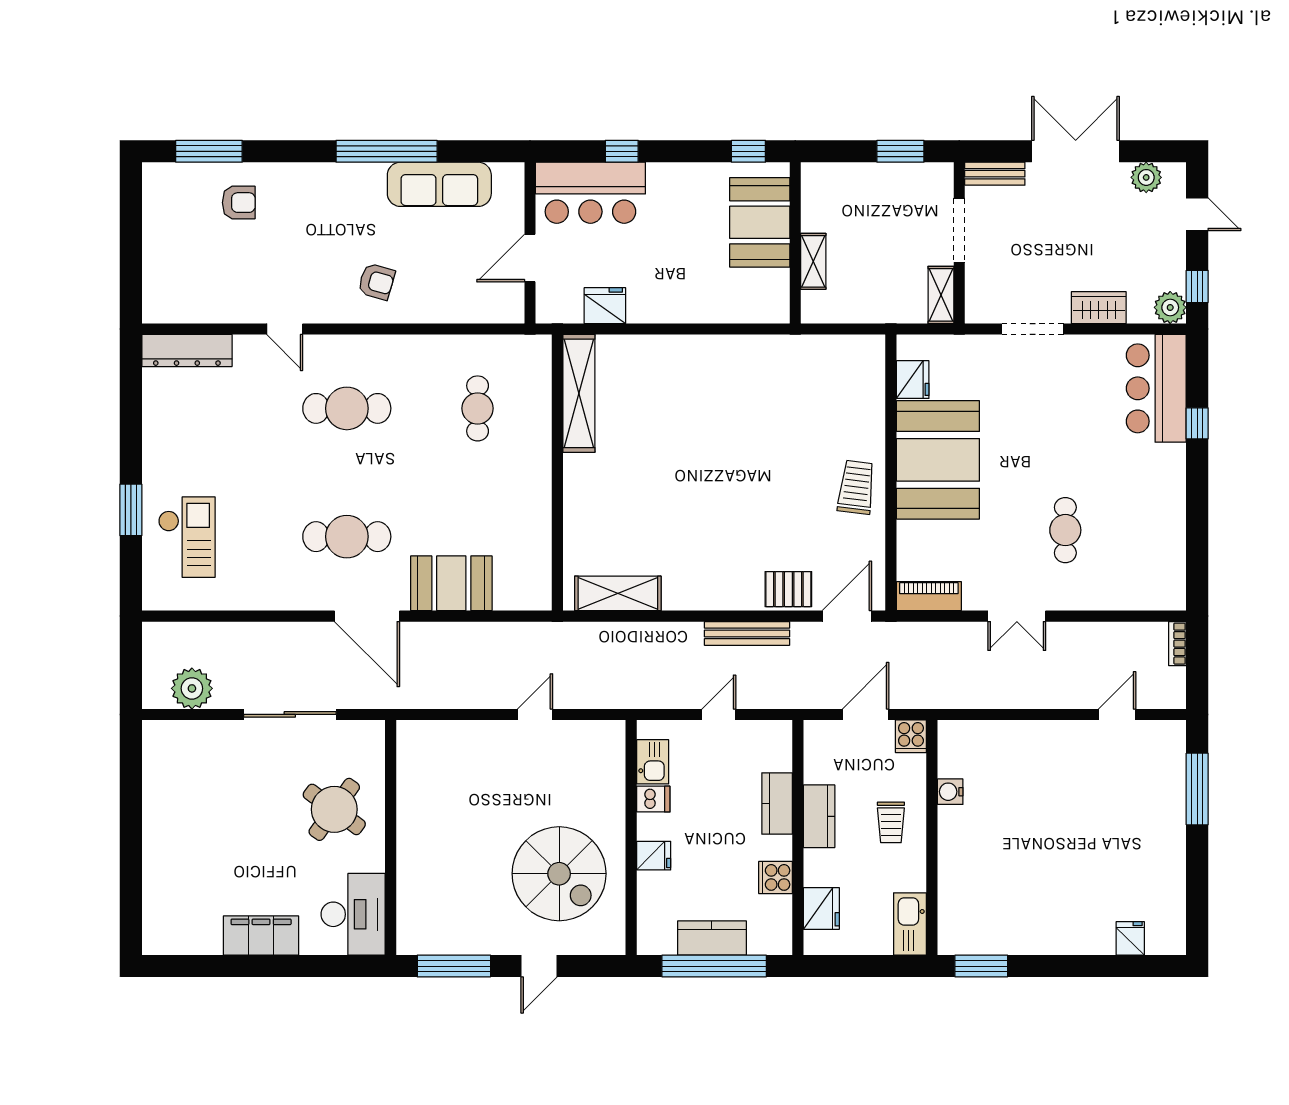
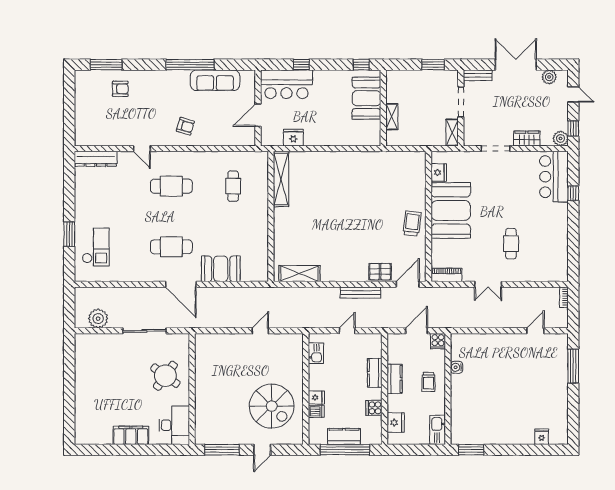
dishwasher: (653, 799) -> (316, 411), moved

